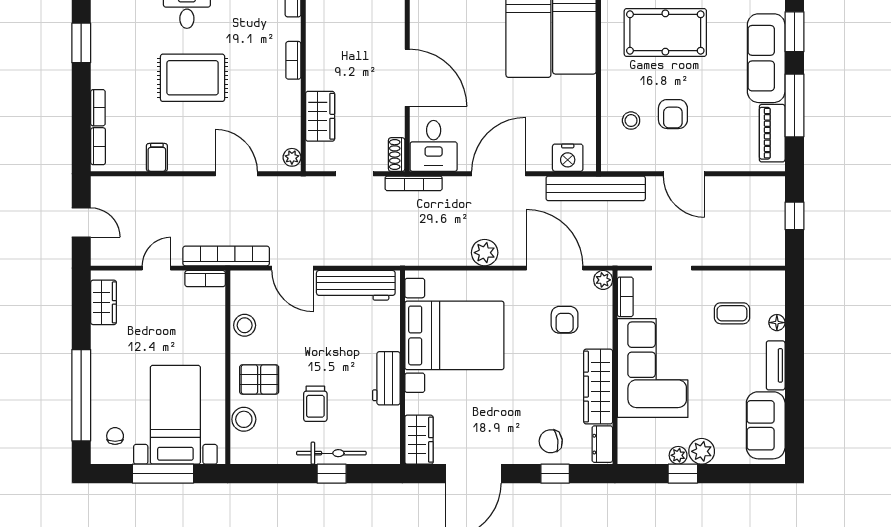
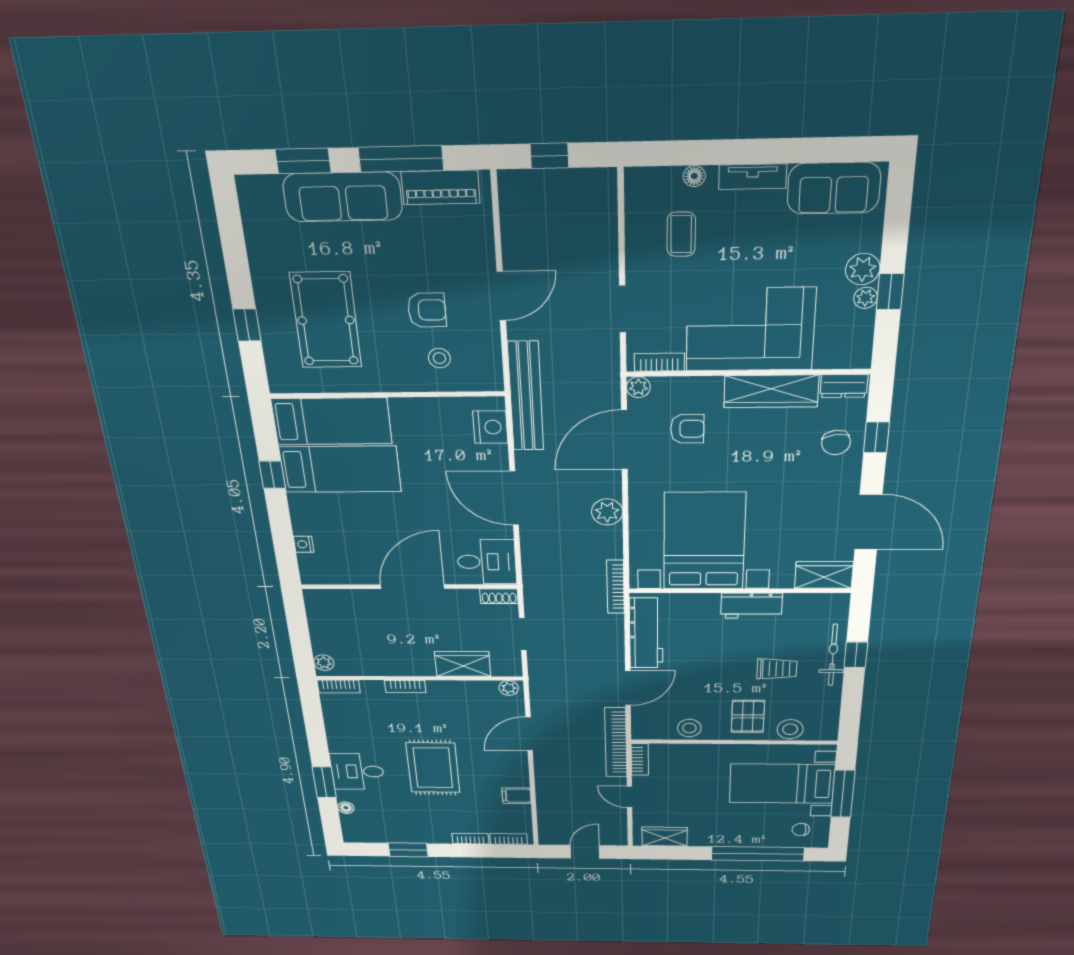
bookcase: (414, 183) -> (616, 587), moved, turned 180

